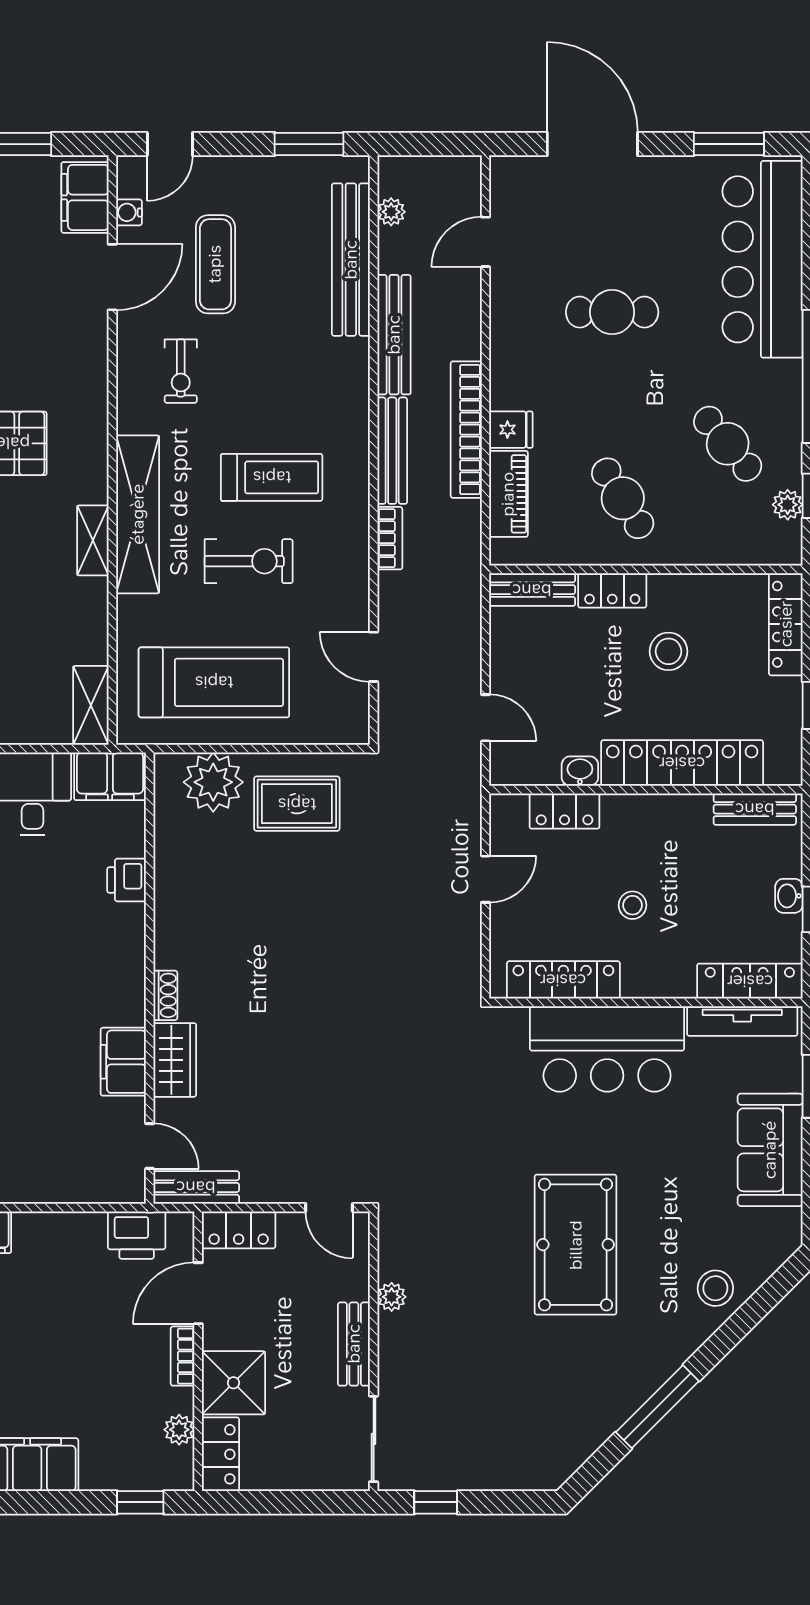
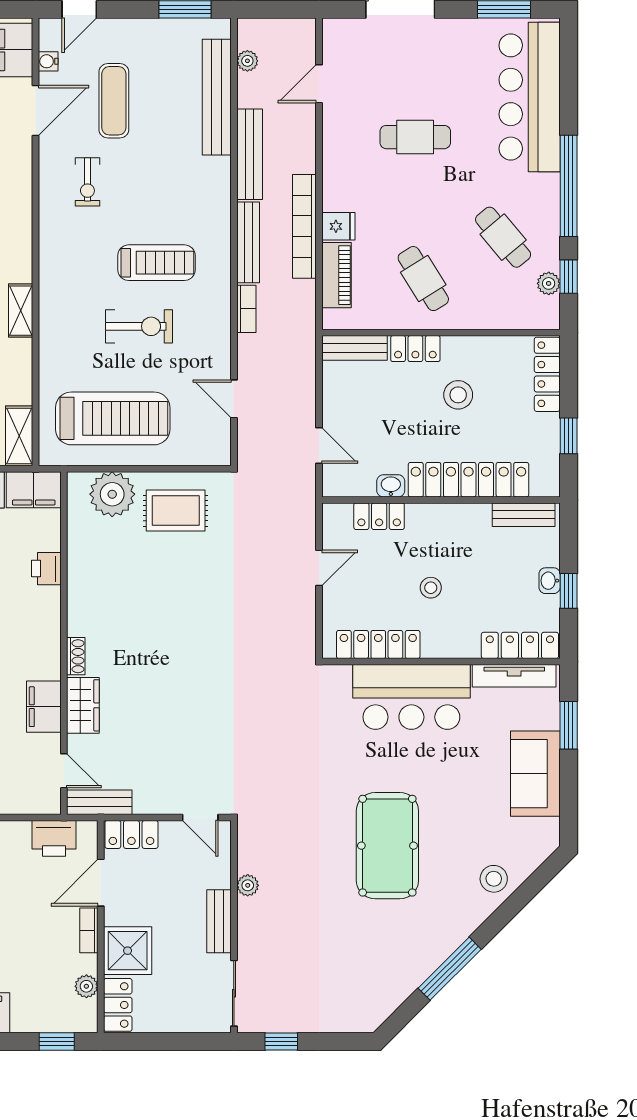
shelving: (138, 514) -> (55, 291), removed

